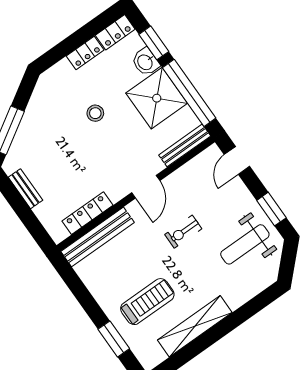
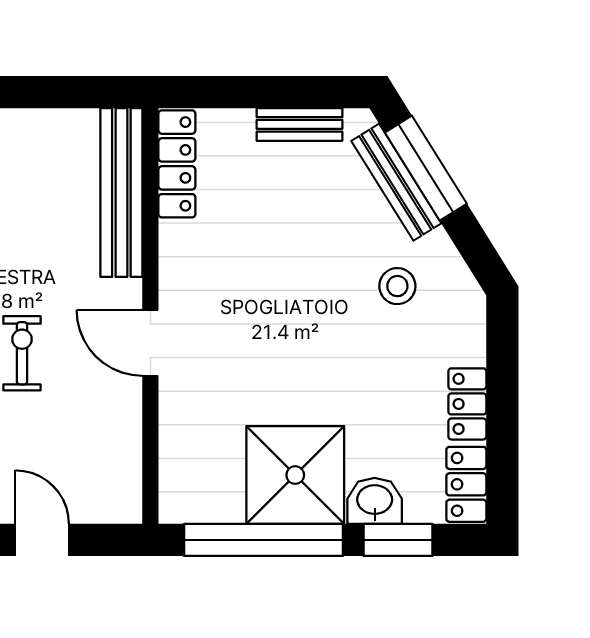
stool: (95, 113) -> (397, 286), moved
bench: (185, 145) -> (396, 182), moved, turned -32
door: (237, 160) -> (42, 540), moved
locker: (87, 213) -> (177, 164), moved

